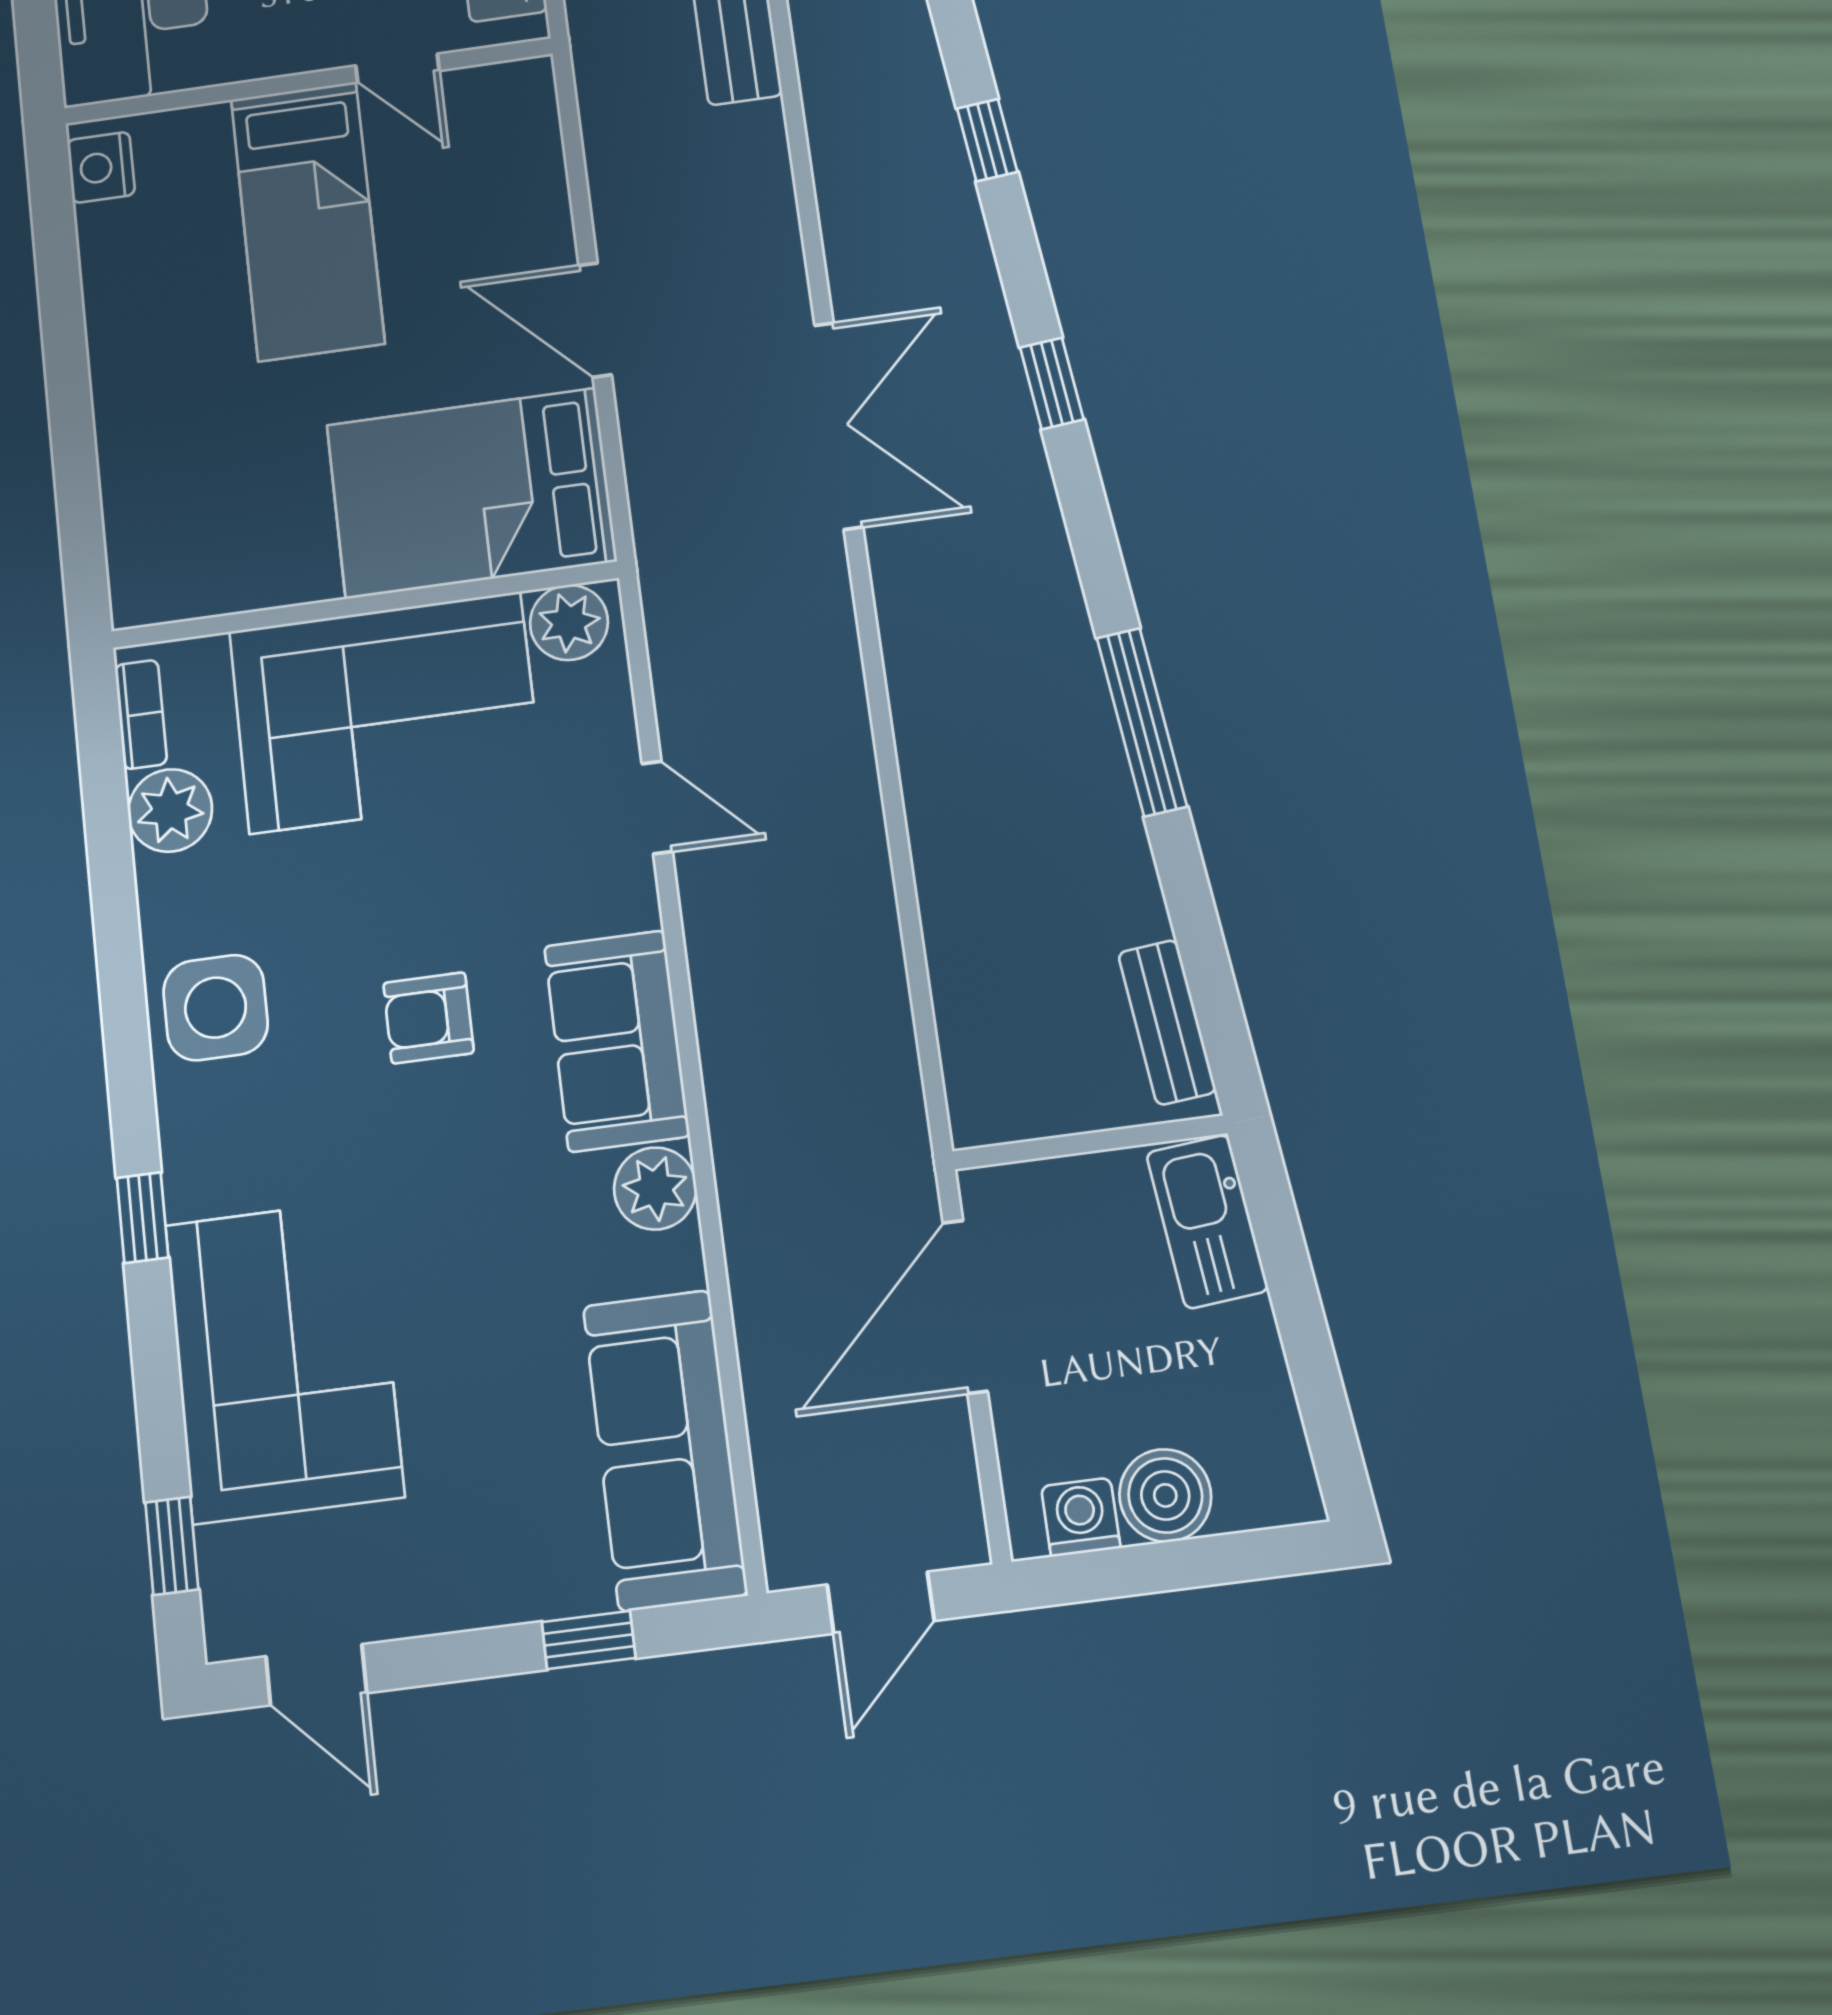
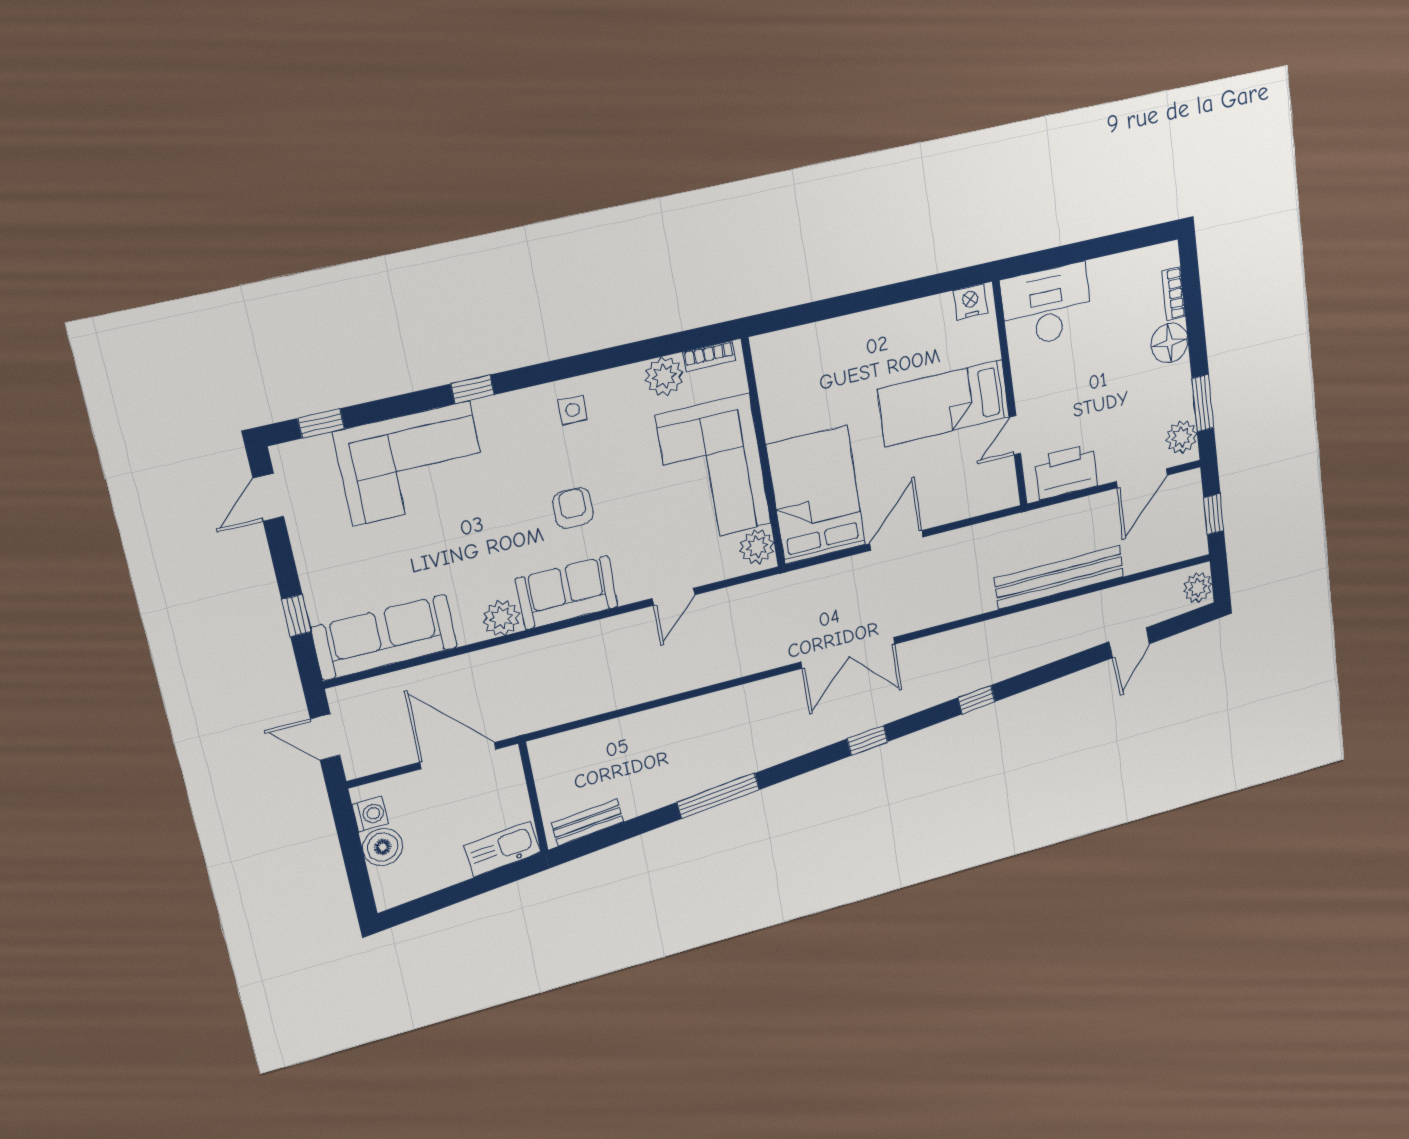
side table: (216, 1008) -> (573, 410), width x0.54, depth x0.54

